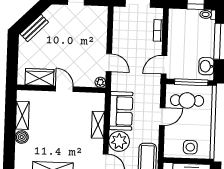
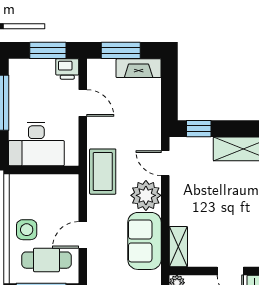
shelving: (98, 125) -> (178, 247), moved
side table: (190, 147) -> (27, 230), moved

